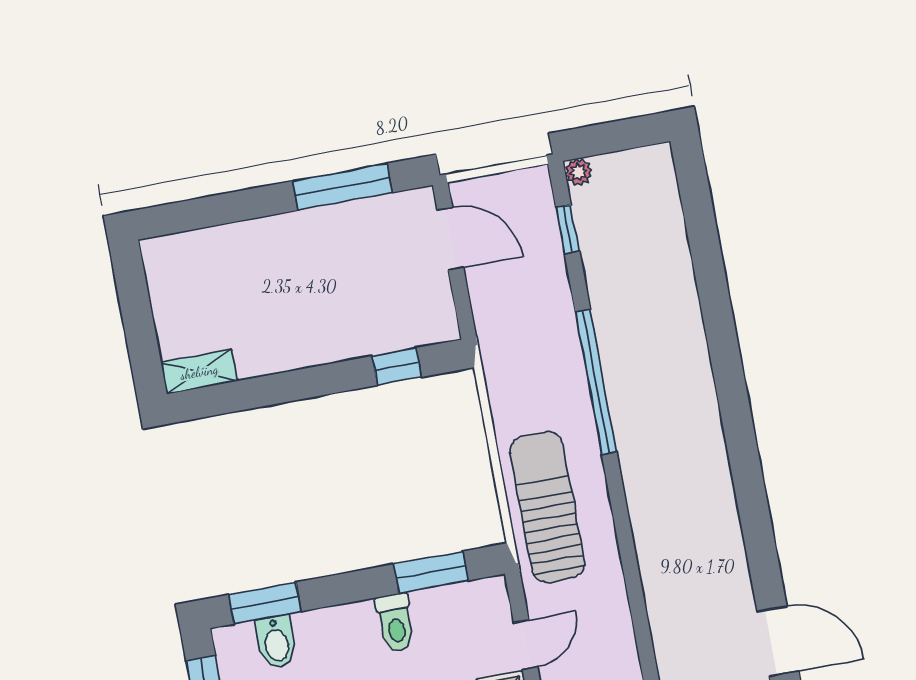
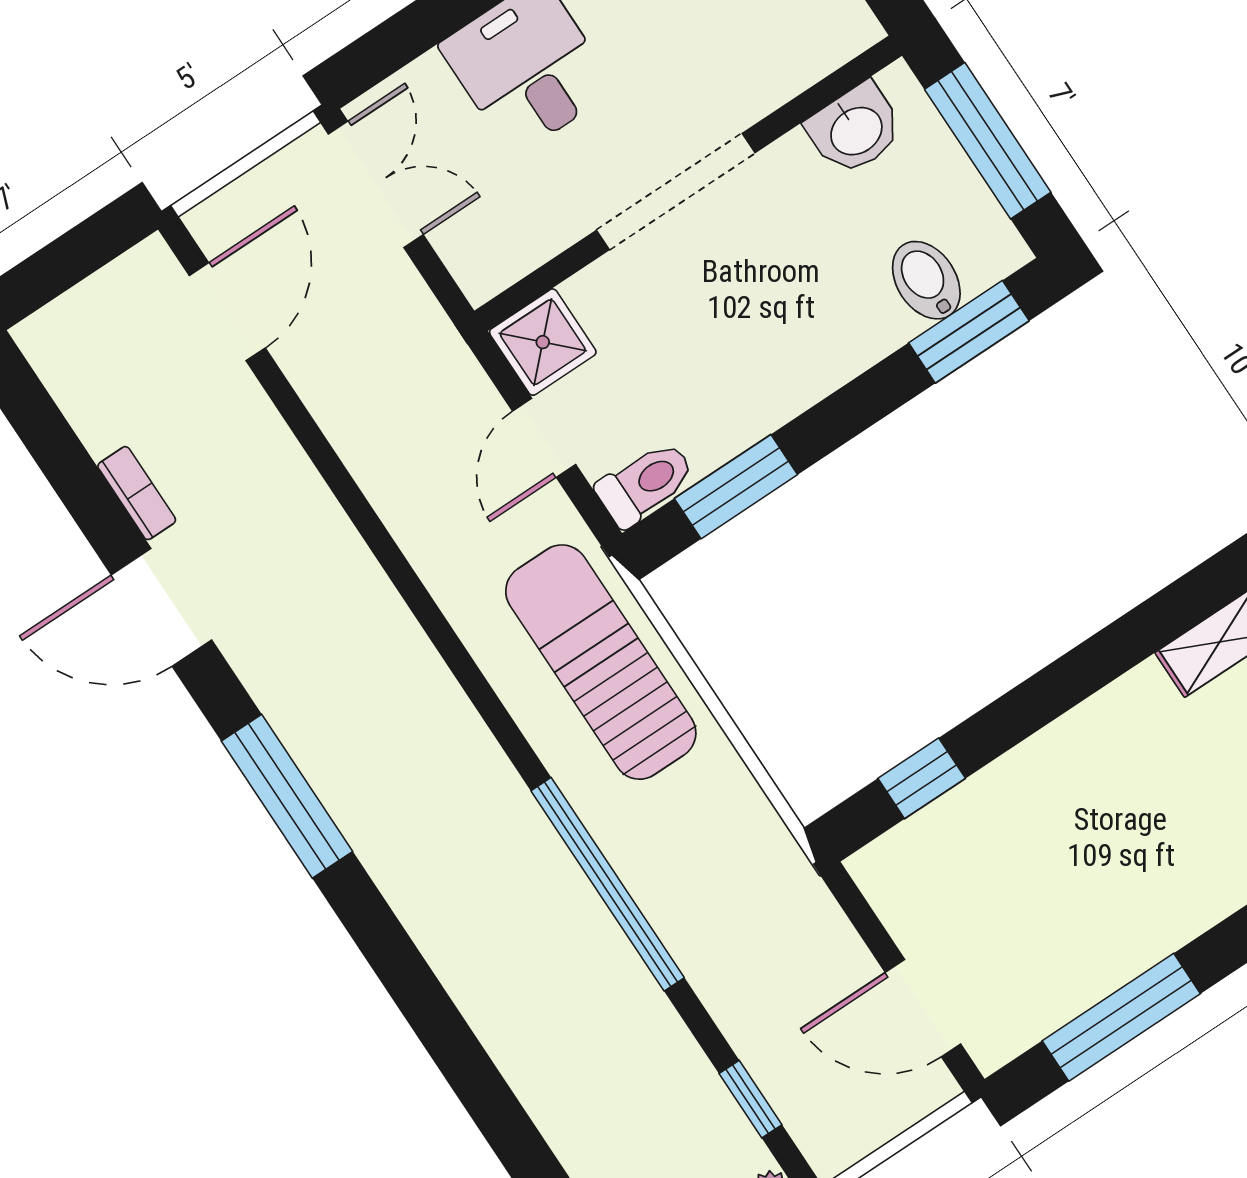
sun lounger: (547, 507) -> (601, 662), turned 180
window: (753, 507) -> (287, 796), added
toilet: (396, 622) -> (645, 483), moved, turned 90

